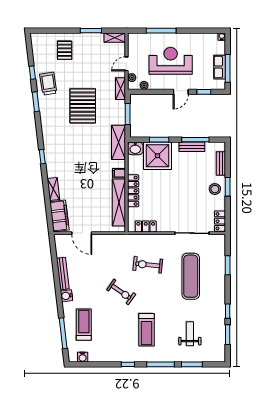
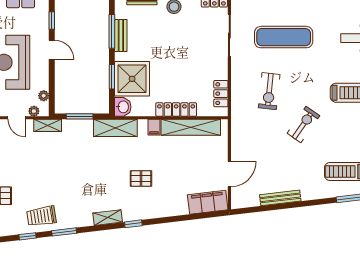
pallet: (83, 106) -> (141, 178), moved, width x0.49, depth x0.50
shelving: (53, 189) -> (108, 218), moved
water cooler: (67, 296) -> (308, 193), removed

